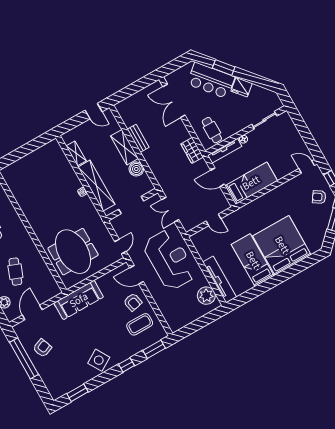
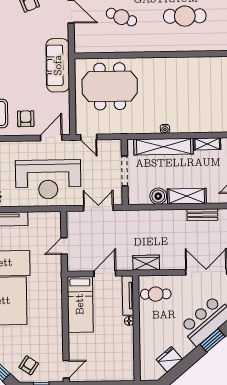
fridge: (242, 87) -> (169, 359), moved
sliding door: (264, 120) -> (137, 353), removed
bench: (138, 138) -> (202, 215), moved
armchair: (133, 302) -> (26, 119), turned 102

